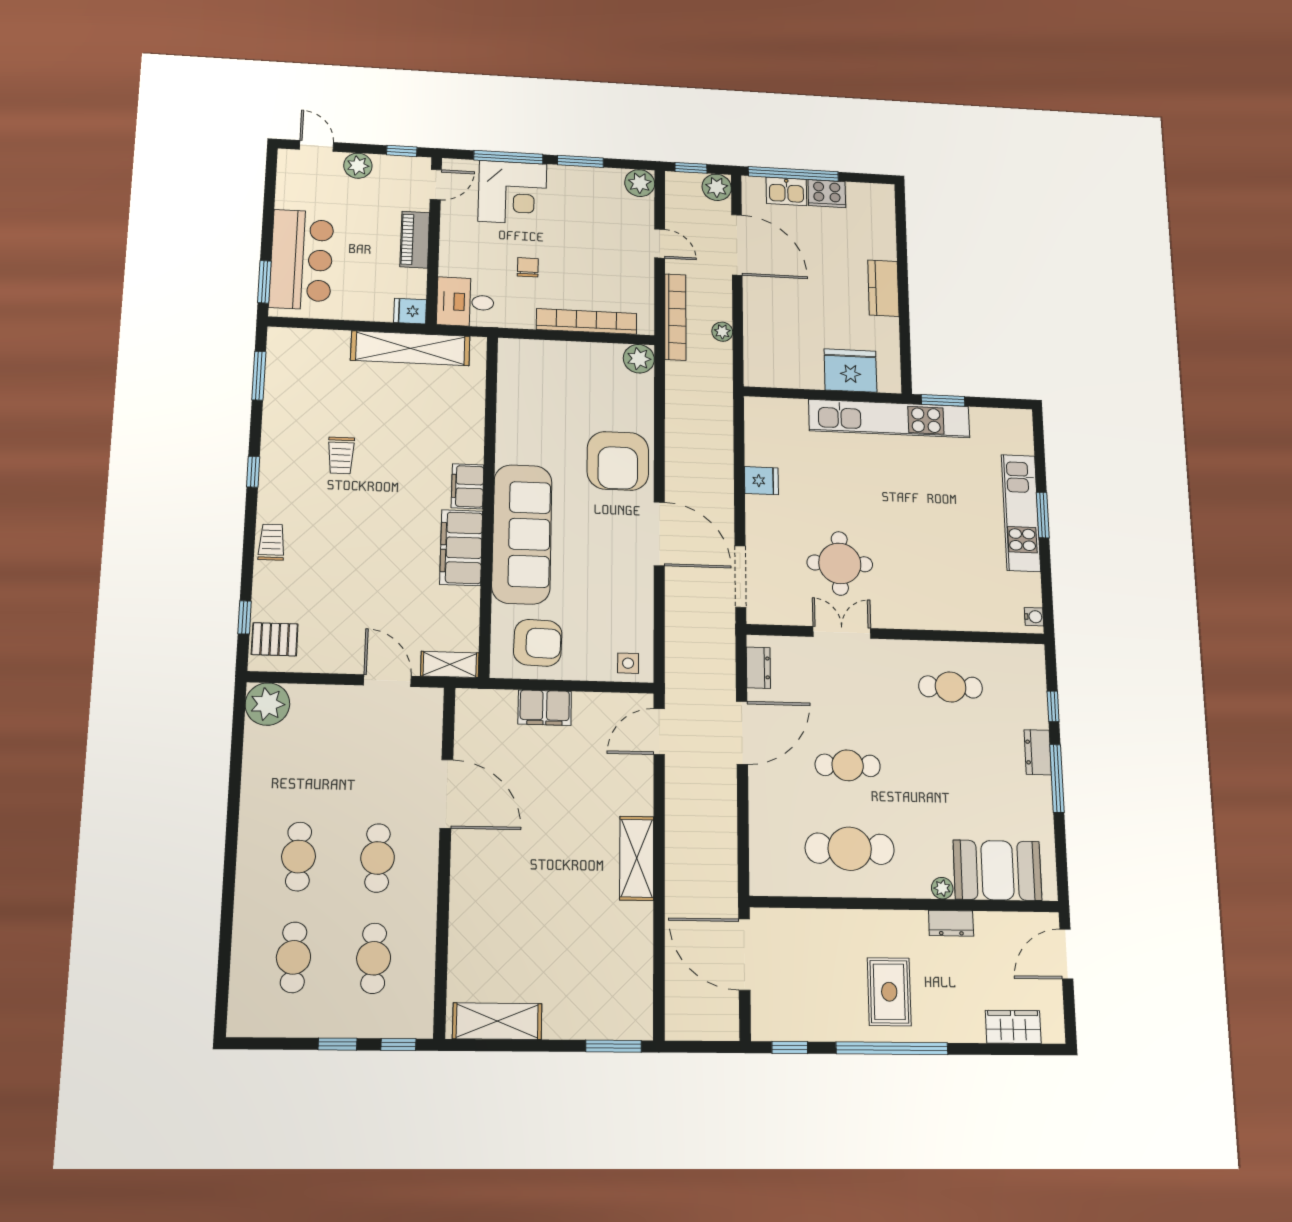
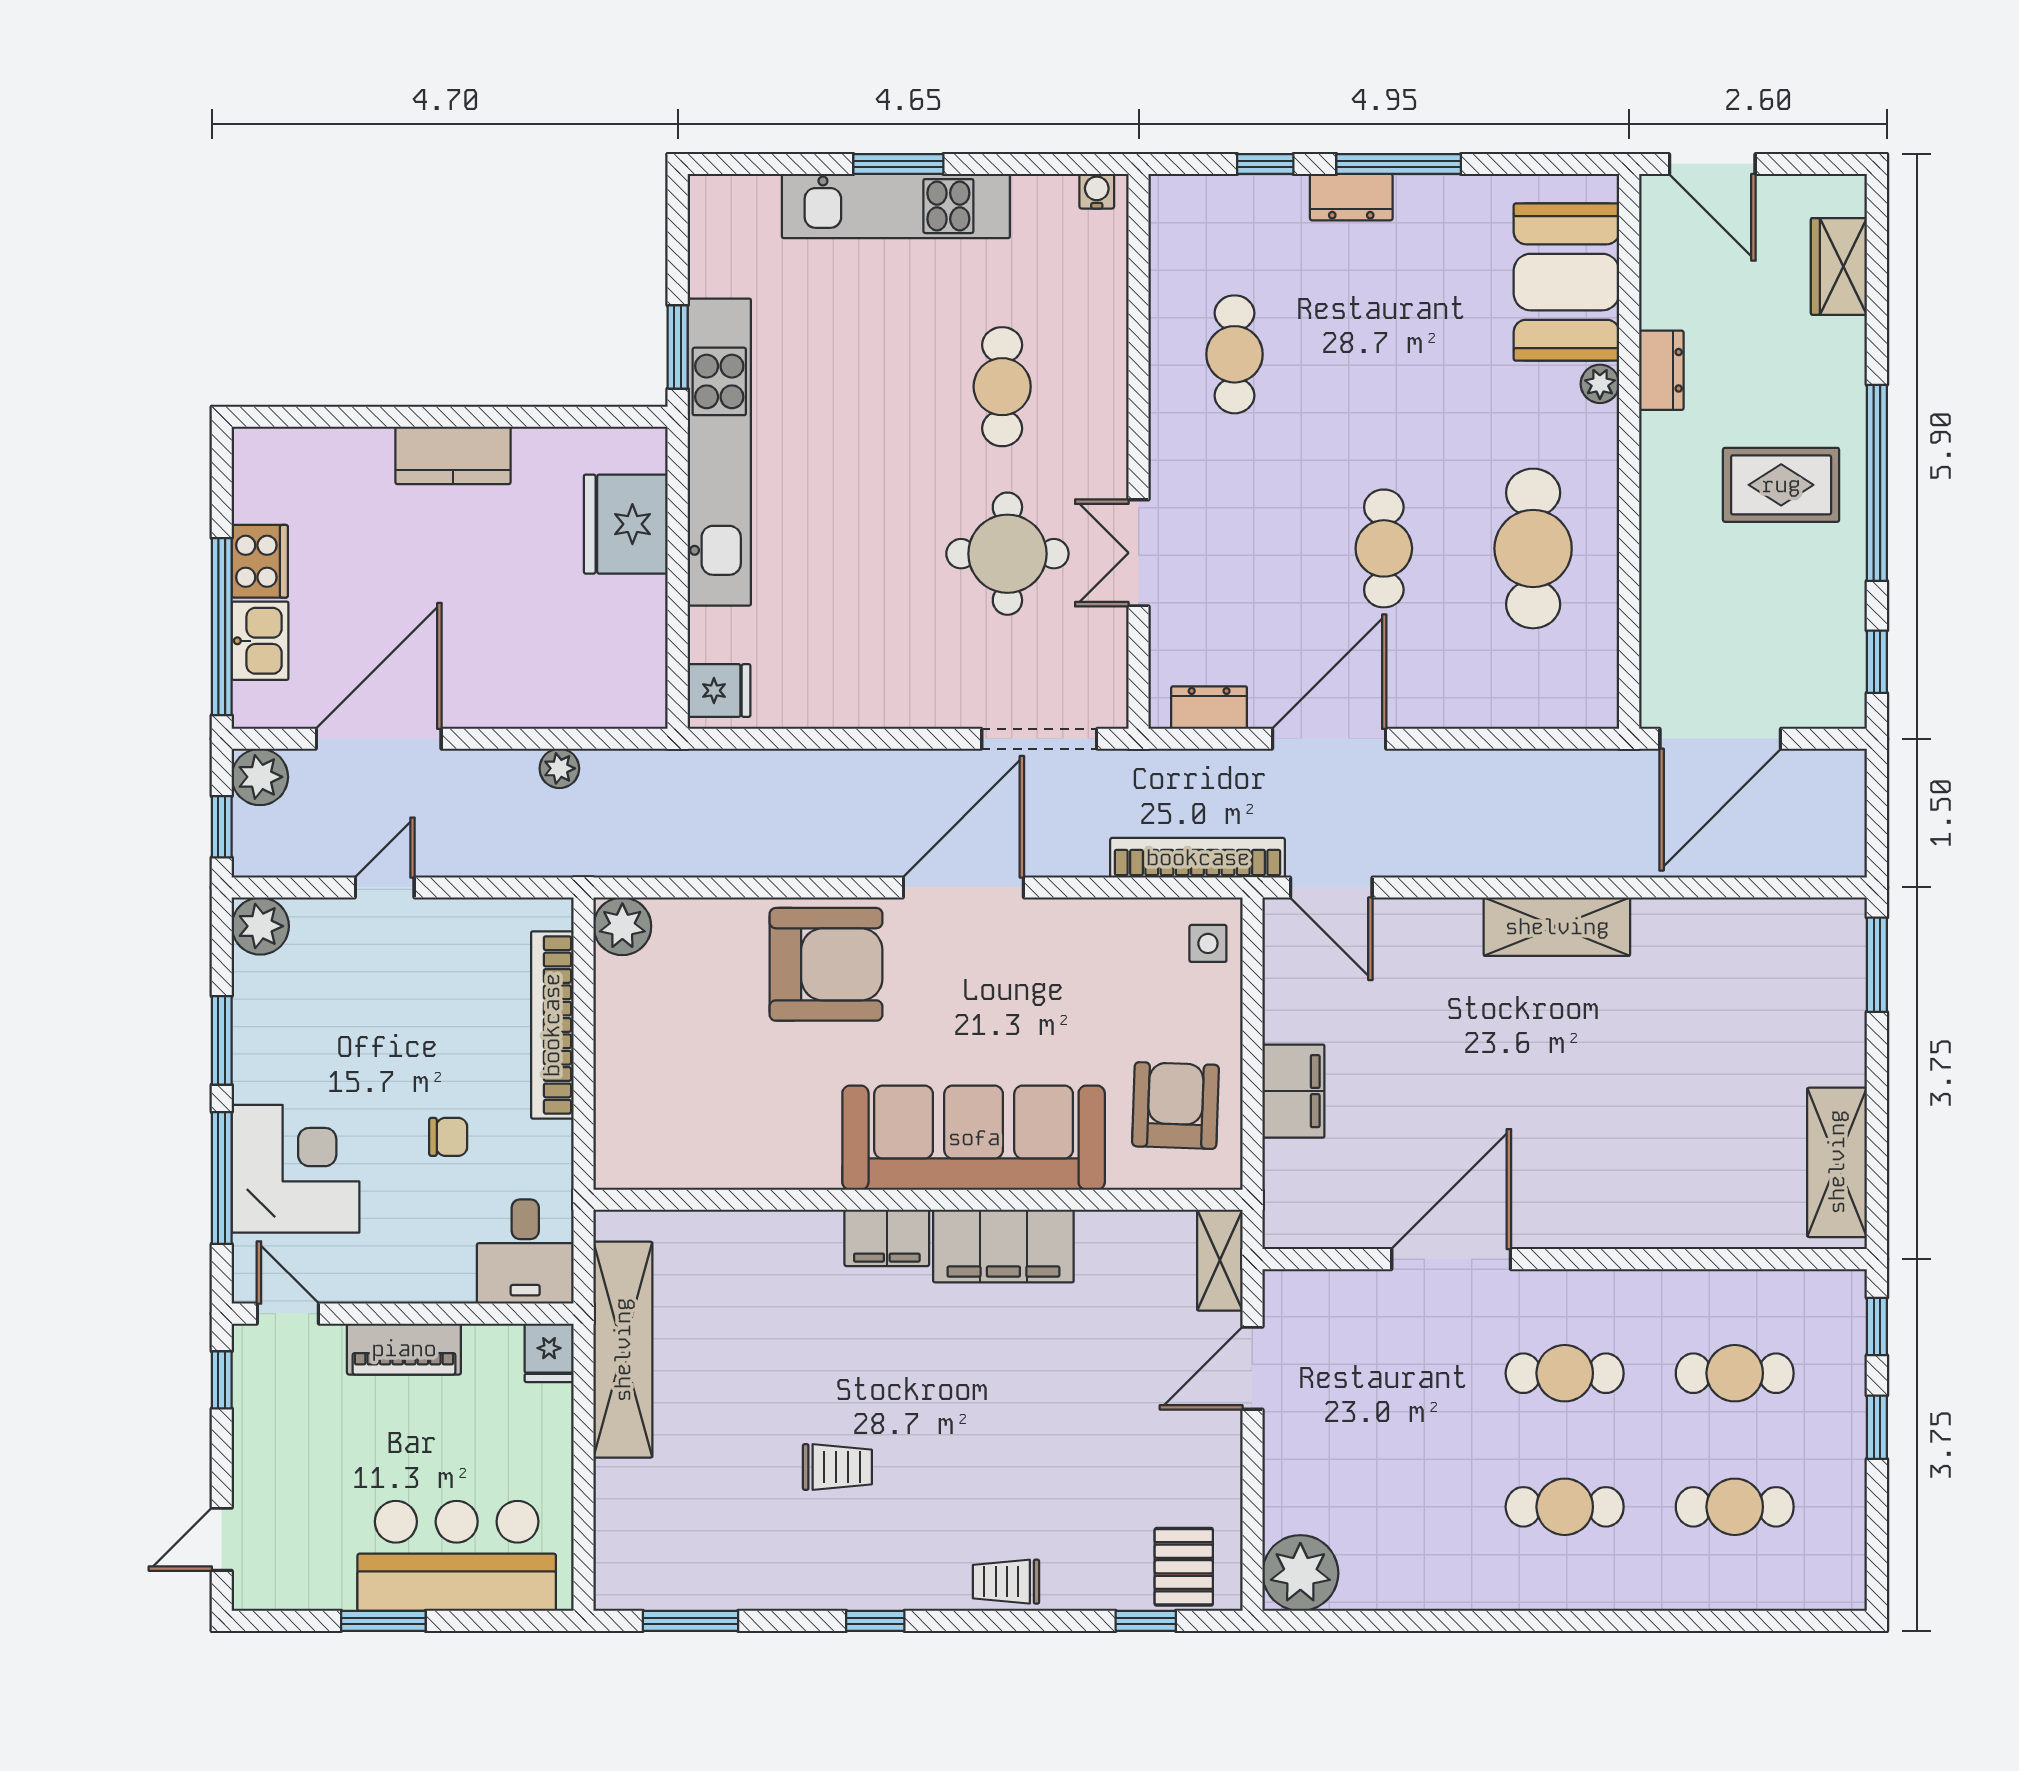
plant: (358, 166) -> (258, 1461), removed
chair: (528, 267) -> (448, 1137), turned 180
window: (264, 282) -> (383, 1621), moved
bookcase: (675, 317) -> (1198, 858), moved
fridge: (761, 481) -> (719, 691), moved, turned 90
cafe table: (929, 564) -> (1002, 387), added
door: (742, 733) -> (1329, 739), hinge flipped

